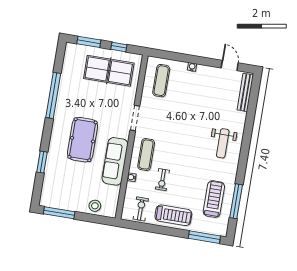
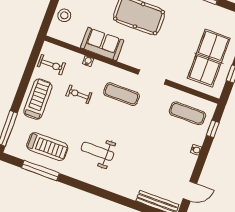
window: (171, 56) -> (213, 129), added
weight bench: (223, 143) -> (97, 151), moved
exercise mat: (146, 155) -> (121, 94), moved
sofa: (115, 161) -> (102, 44), width x0.73
treadmill: (173, 215) -> (38, 99), turned 180

